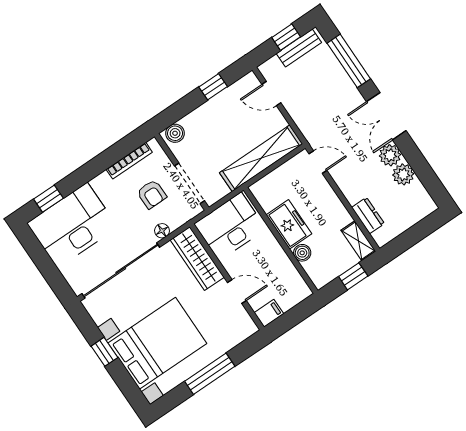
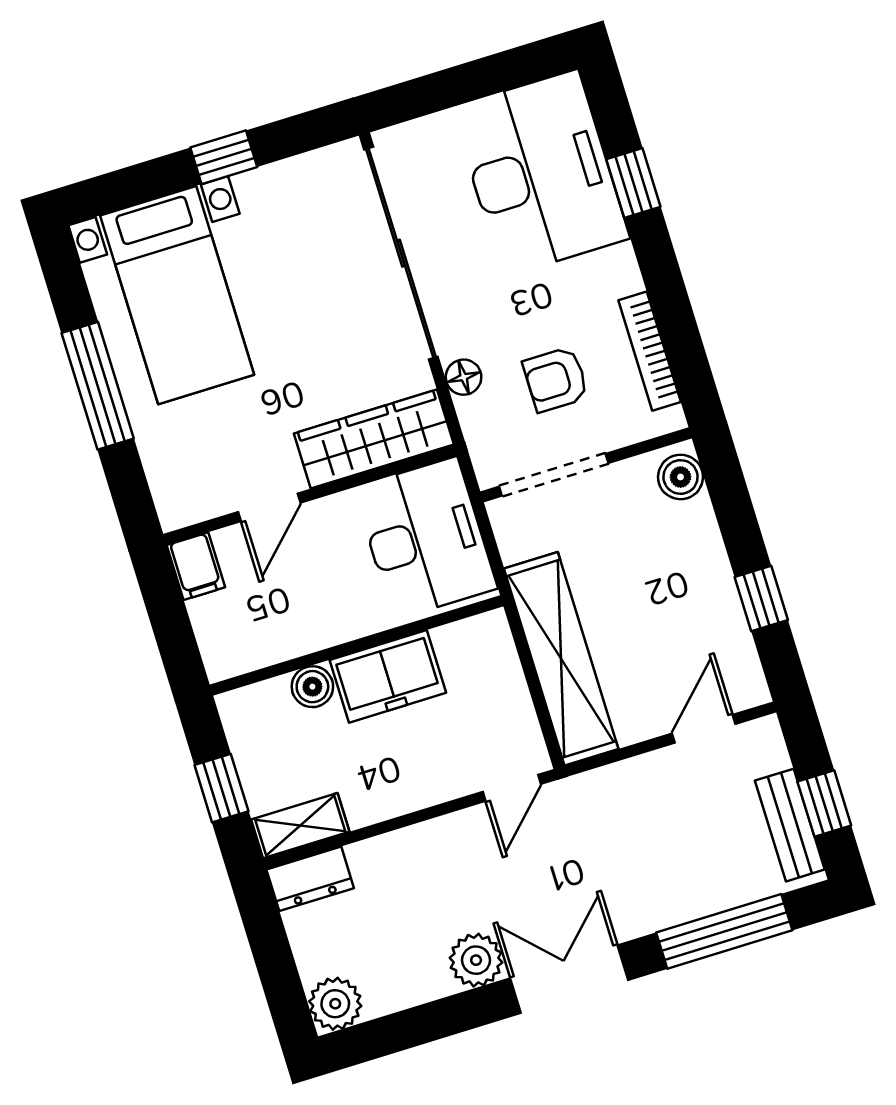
plant: (403, 174) -> (335, 1004), moved
window: (48, 199) -> (633, 183), moved
dresser: (368, 215) -> (310, 879), moved
bed with nightstands: (157, 343) -> (177, 295), width x0.73

